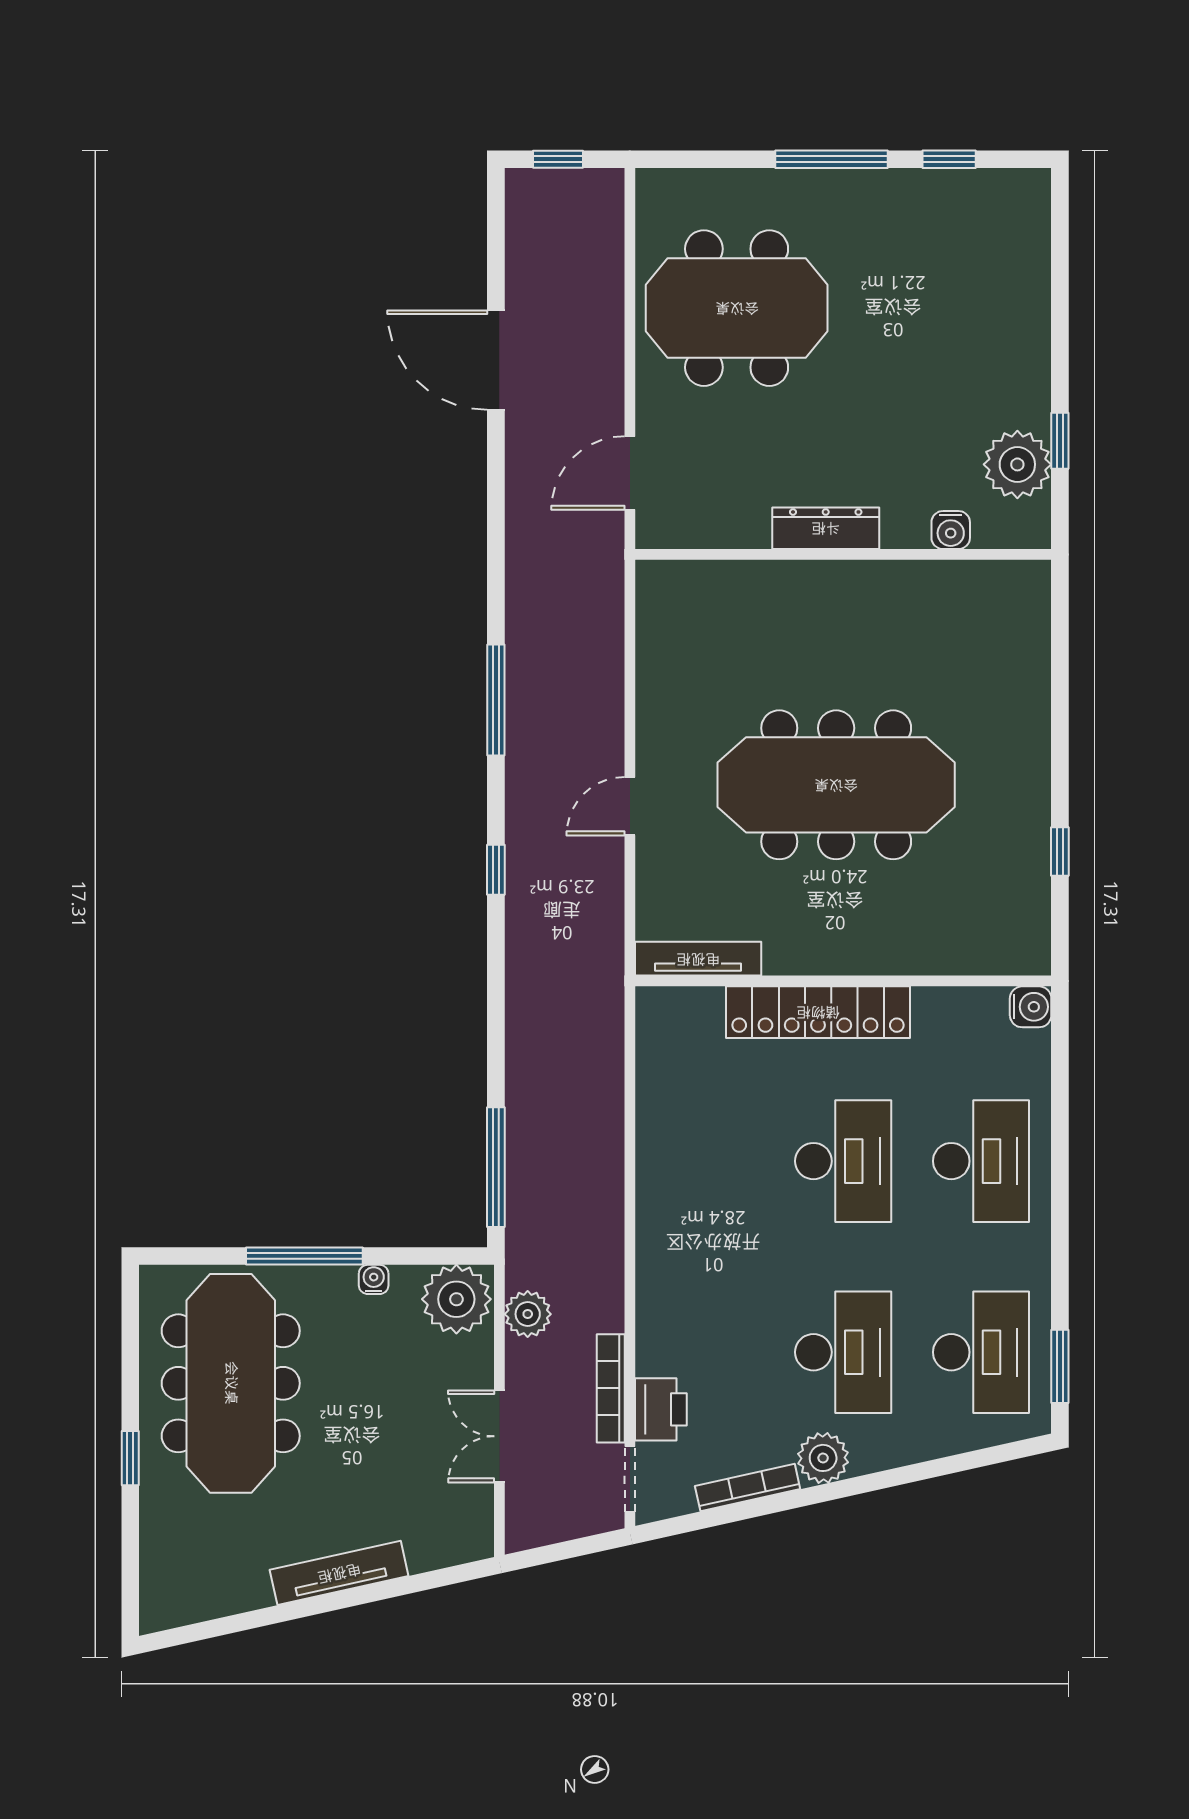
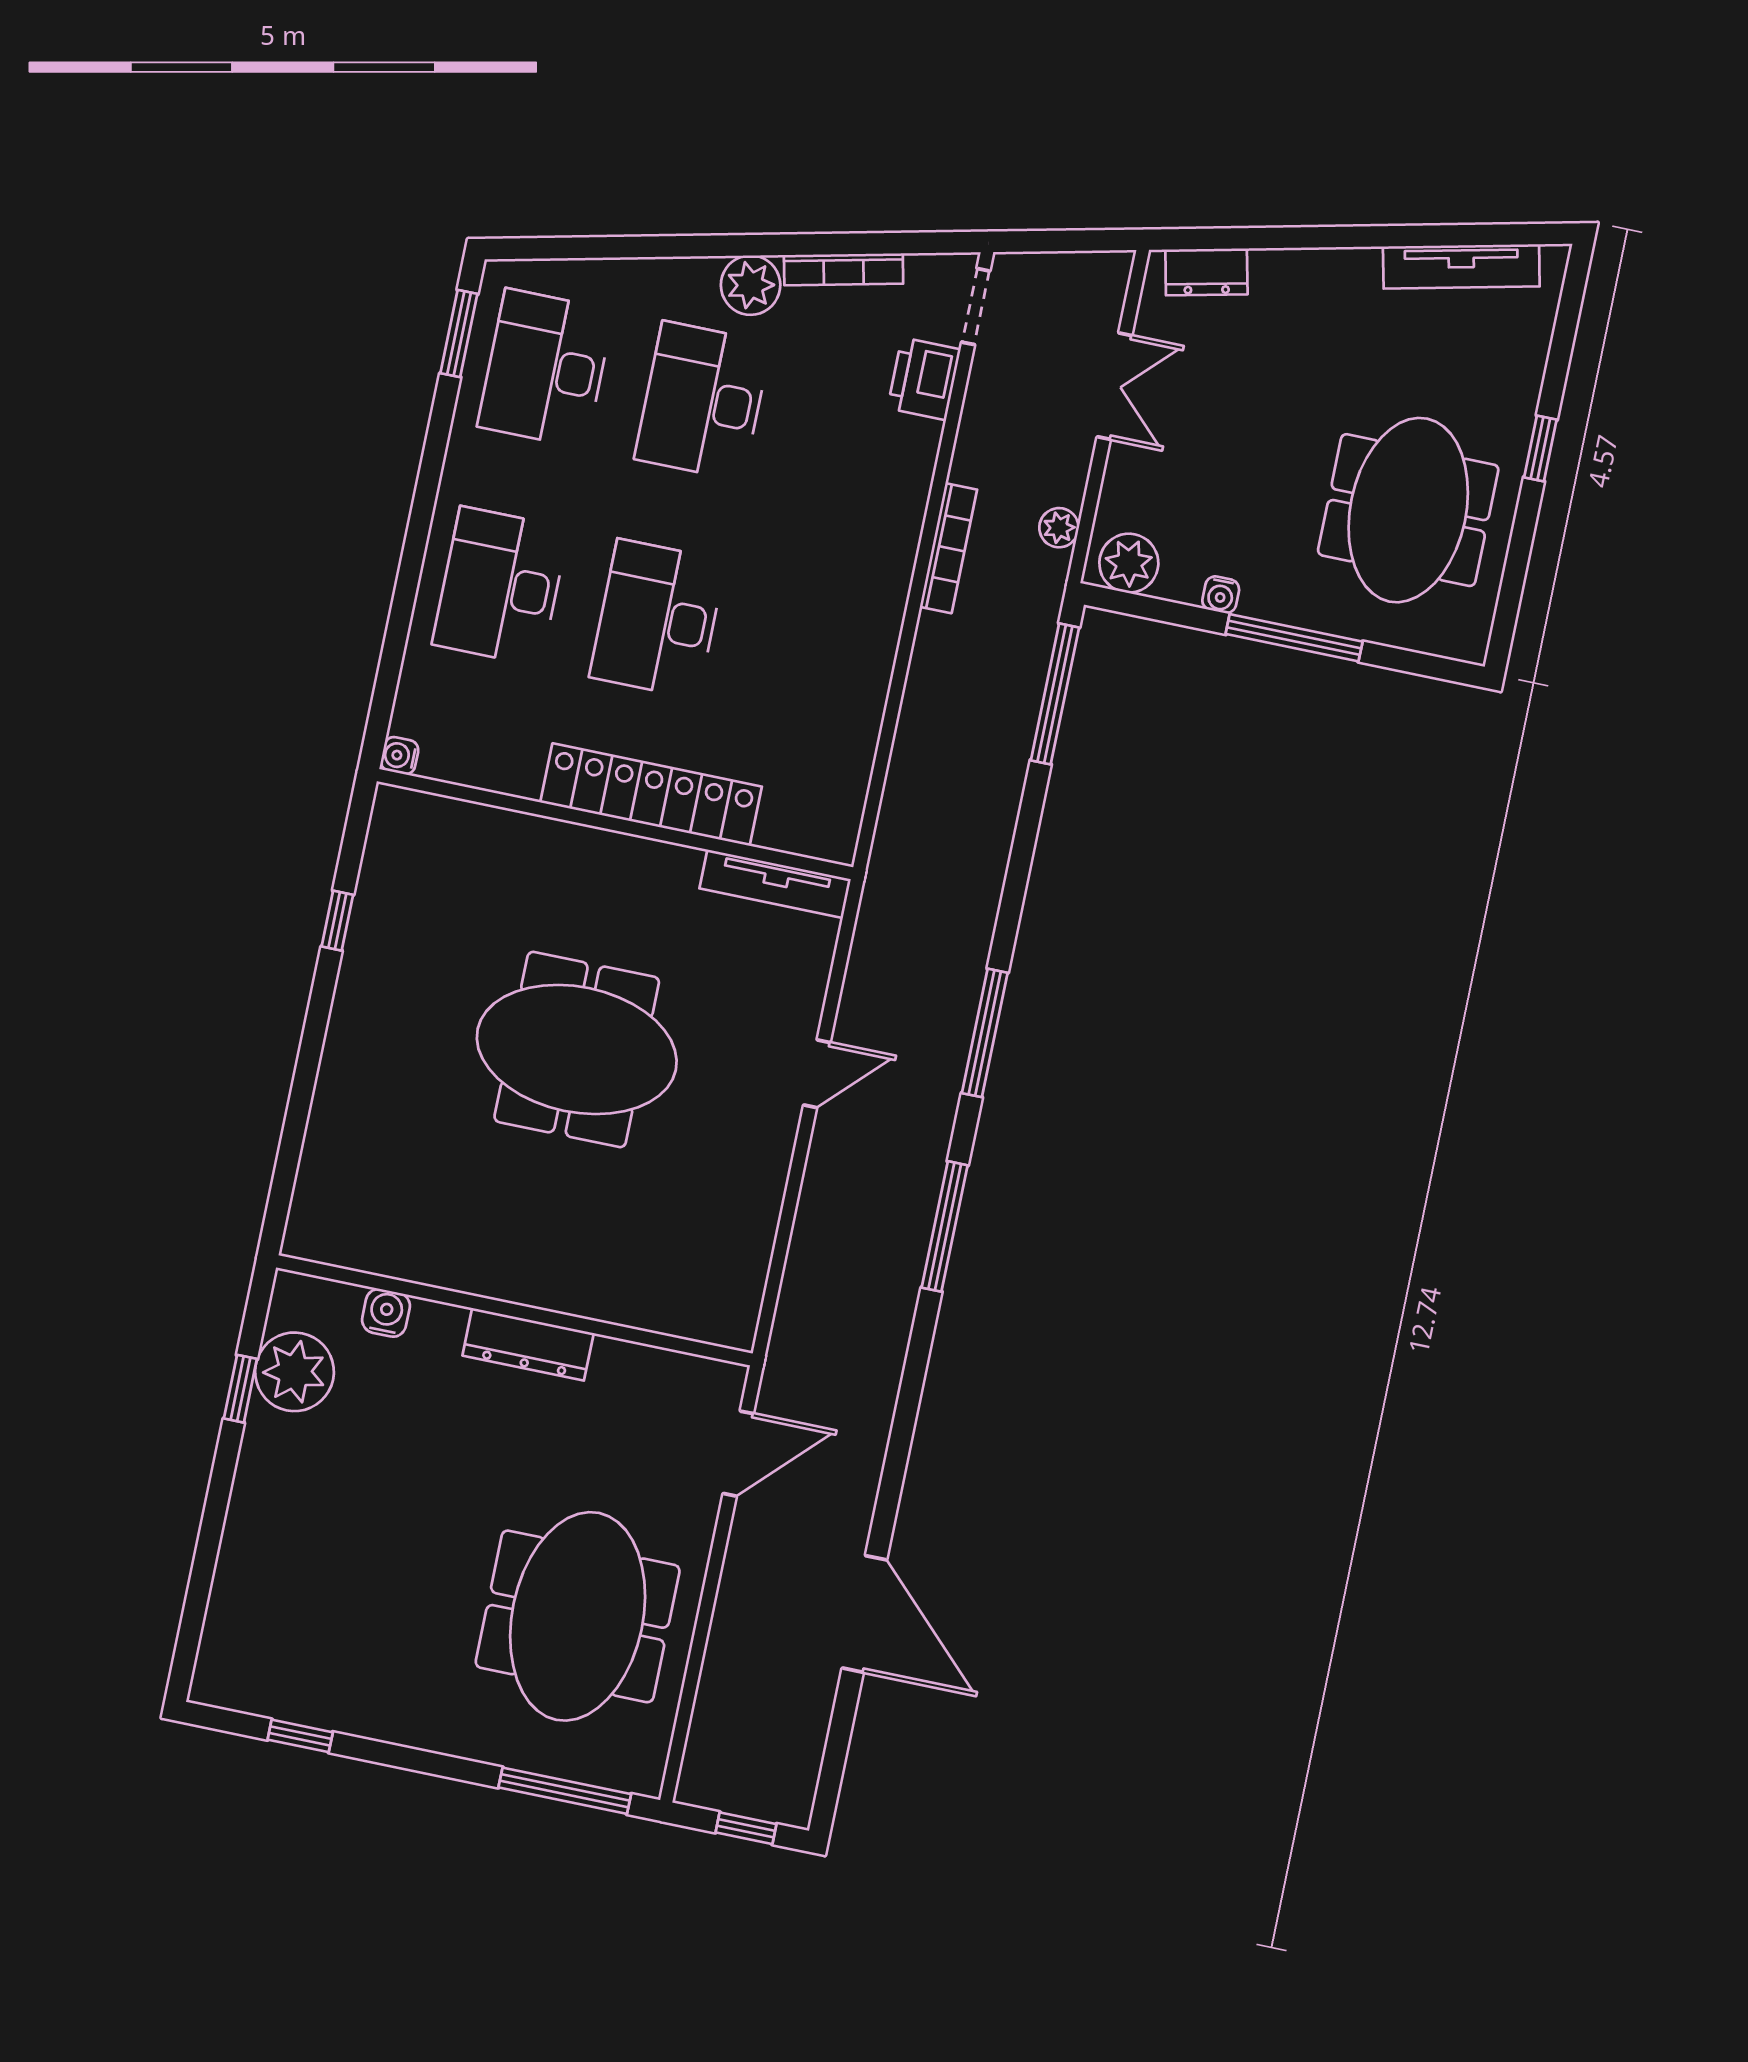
window: (831, 159) -> (565, 1791), moved
meeting table: (737, 308) -> (578, 1616), turned 90
meeting table: (836, 785) -> (577, 1049), width x0.73
window: (496, 870) -> (985, 1033), width x2.17
water cooler: (1031, 1007) -> (400, 756), width x0.72, depth x0.72
plant: (456, 1299) -> (1129, 563), width x0.73, depth x0.73
plant: (528, 1314) -> (1059, 528), width x0.73, depth x0.73
meeting table: (231, 1383) -> (1408, 510), width x0.73
bookcase: (611, 1388) -> (948, 548), moved
dresser: (442, 1549) -> (1206, 272), added
tv unit: (339, 1573) -> (1461, 266), moved

